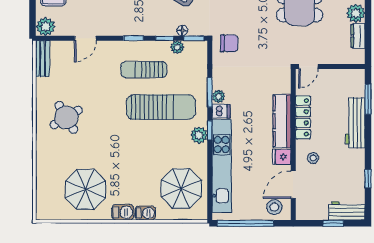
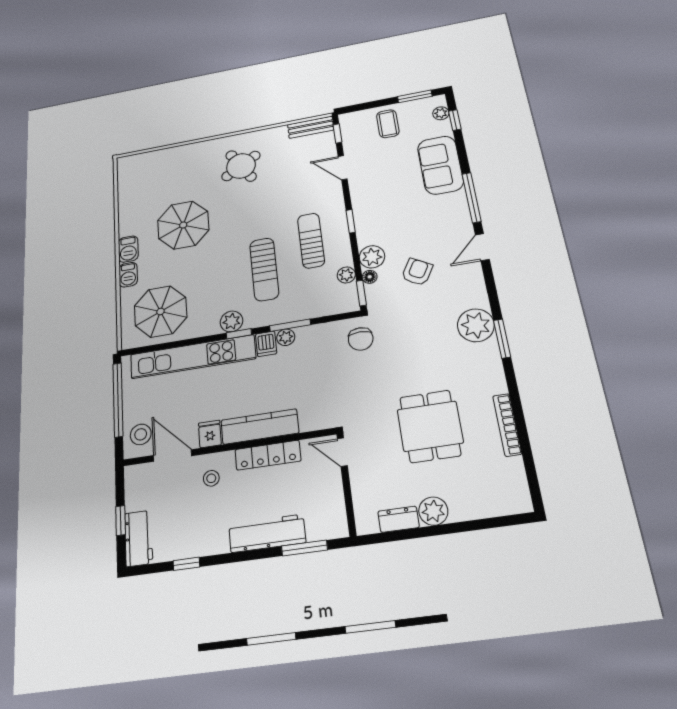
plant: (46, 27) -> (372, 257), moved
window: (165, 38) -> (338, 133), moved
sun lounger: (161, 107) -> (264, 269), width x0.73, depth x0.75
parasol: (85, 189) -> (183, 225), moved

